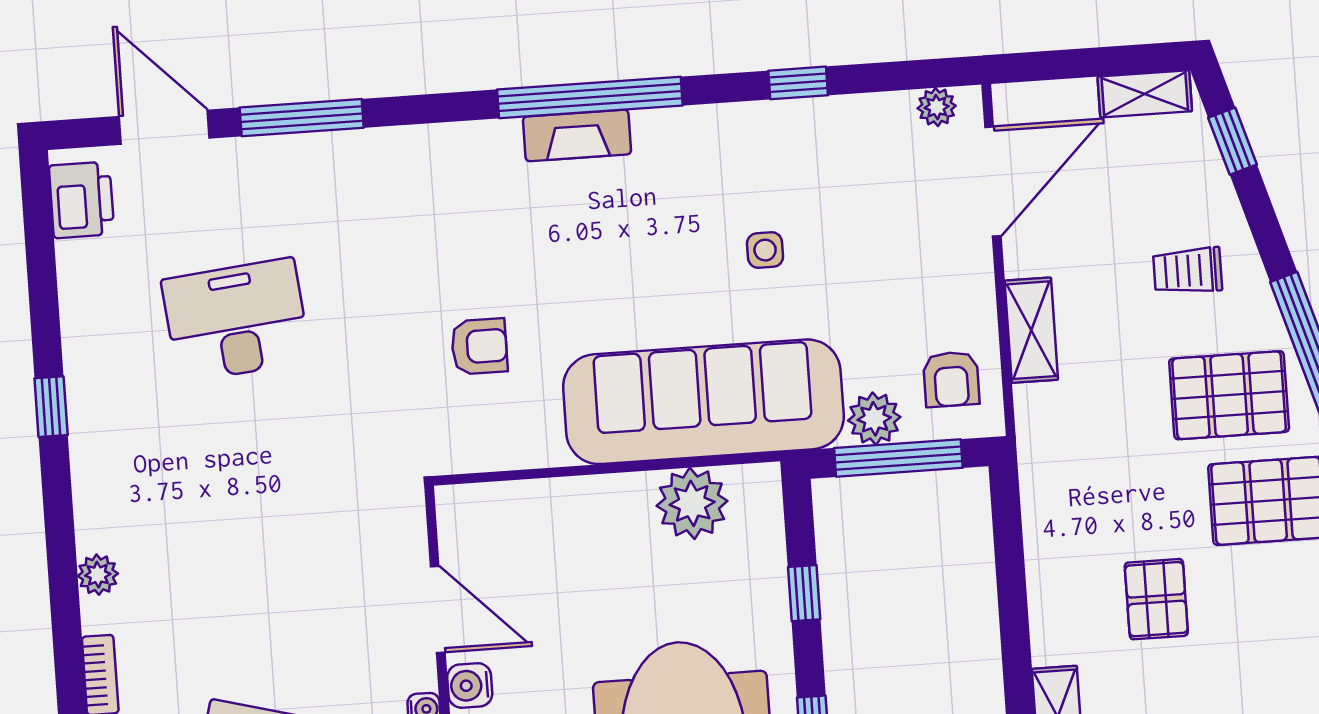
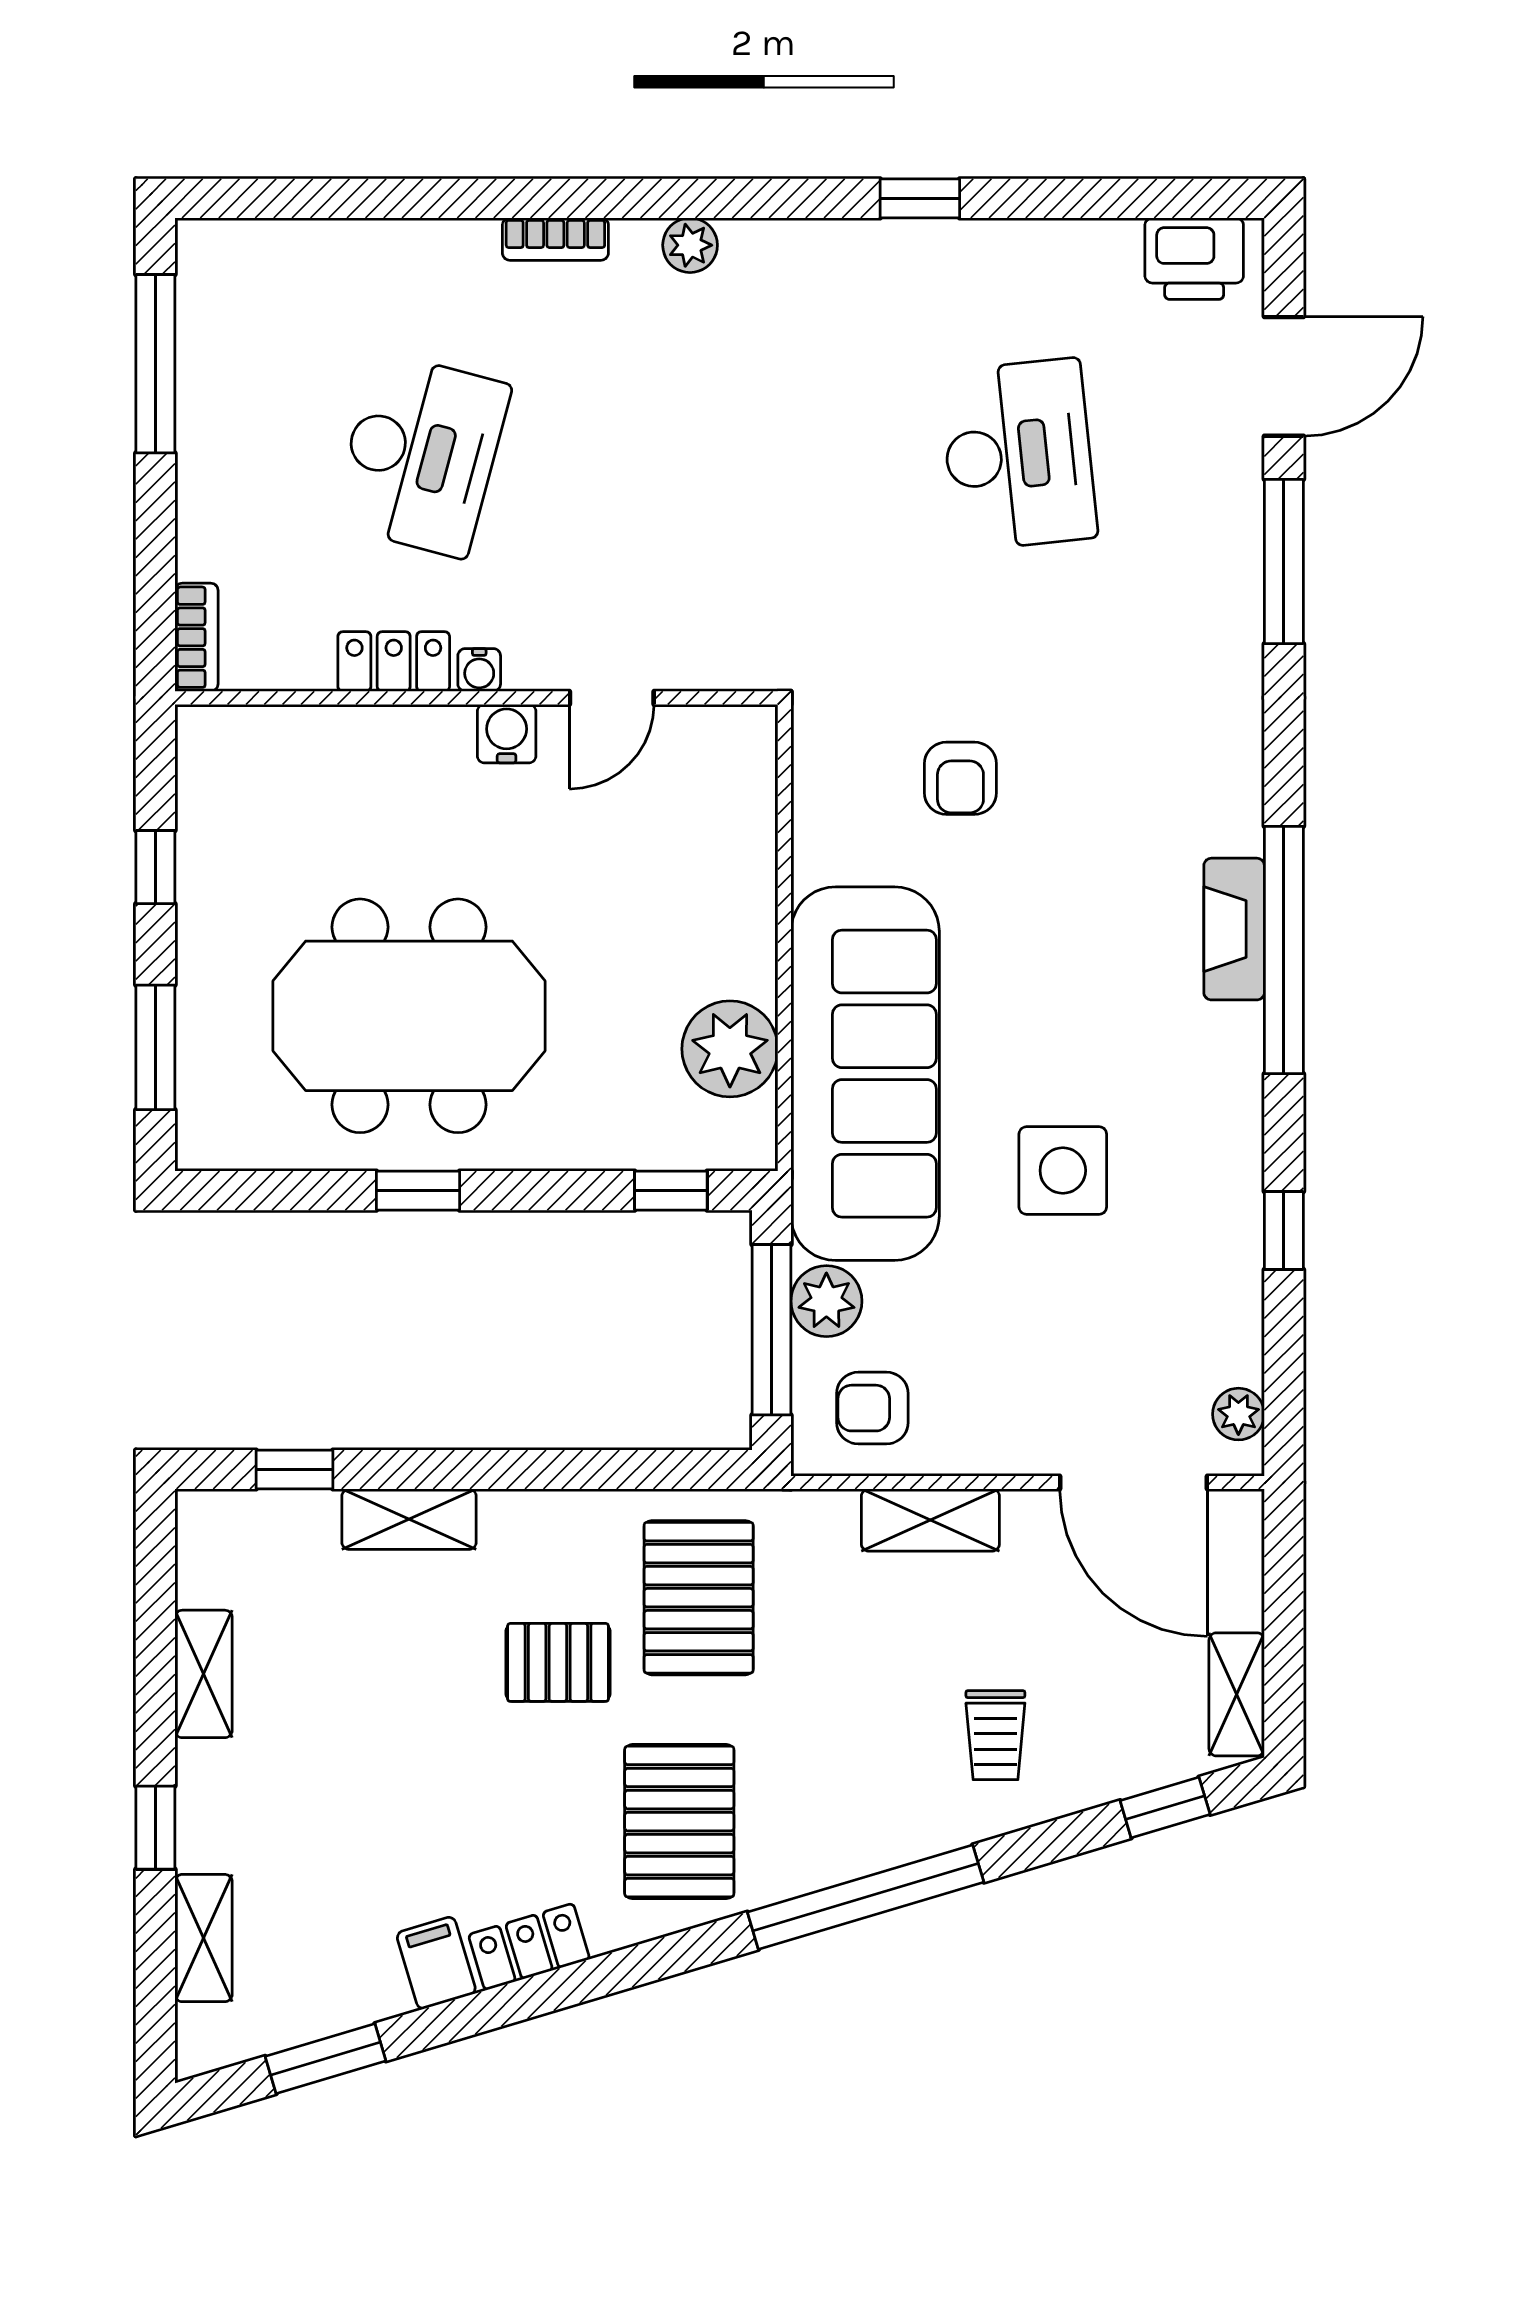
side table: (765, 250) -> (1063, 1170), width x1.87, depth x1.87
trolley: (1188, 271) -> (995, 1735), turned 180
pallet: (1229, 395) -> (699, 1598), moved
window: (804, 593) -> (671, 1191), moved
door: (438, 609) -> (612, 698), width x0.73

